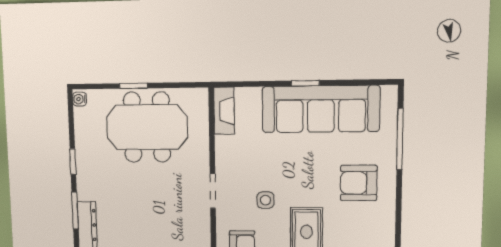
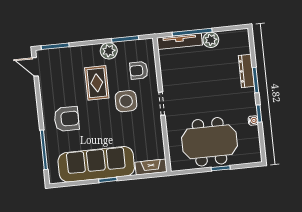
water cooler: (80, 99) -> (253, 120), moved
fireplace: (224, 111) -> (151, 167), moved, turned 90
side table: (265, 200) -> (126, 101), width x1.87, depth x1.87

